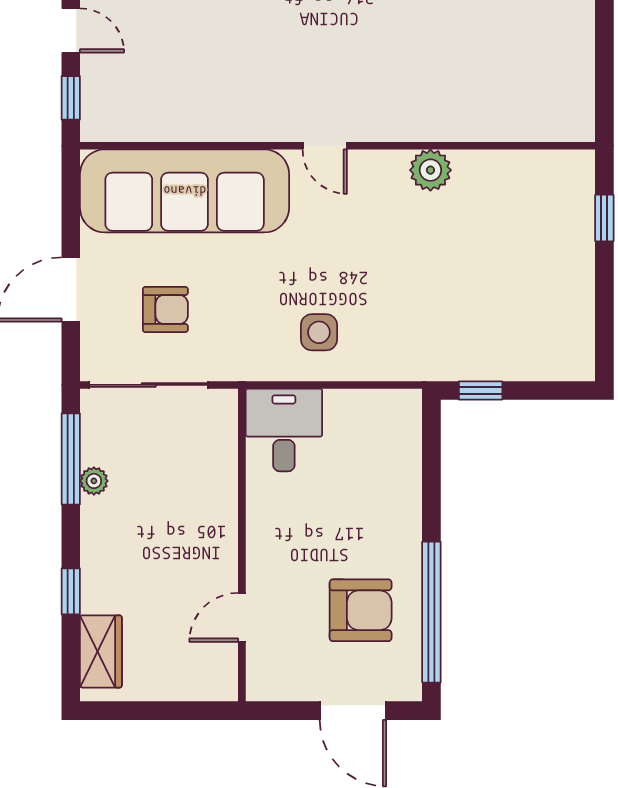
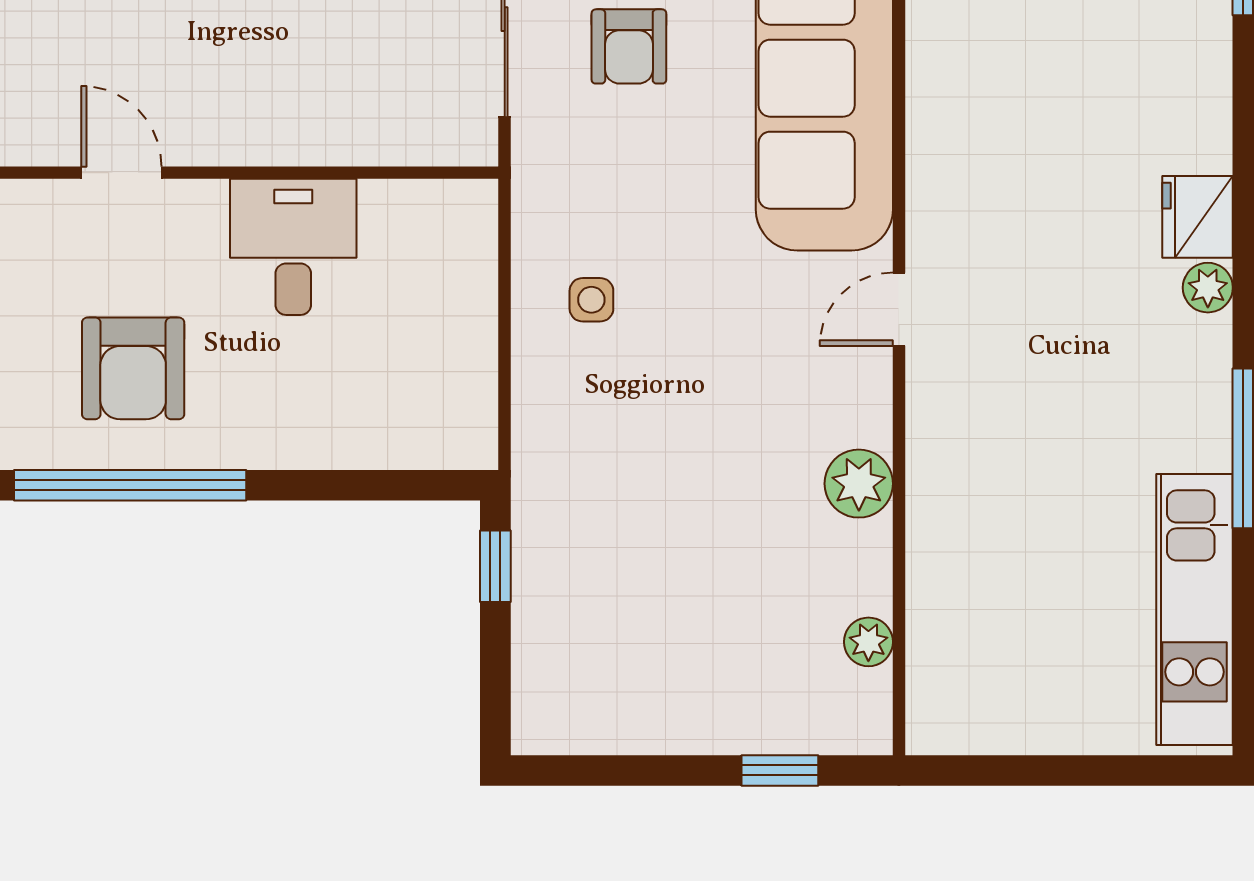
plant: (526, 164) -> (868, 642), added
side table: (319, 332) -> (591, 300), width x0.73, depth x0.73
desk: (284, 430) -> (293, 247), moved, turned -90

